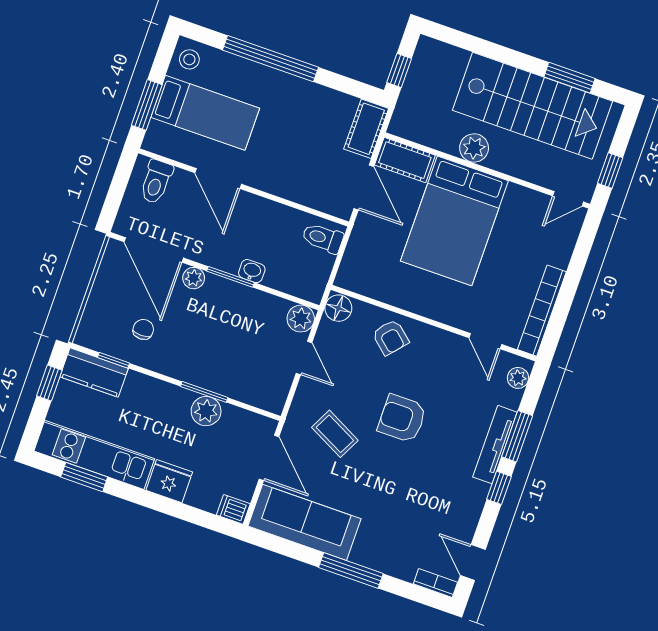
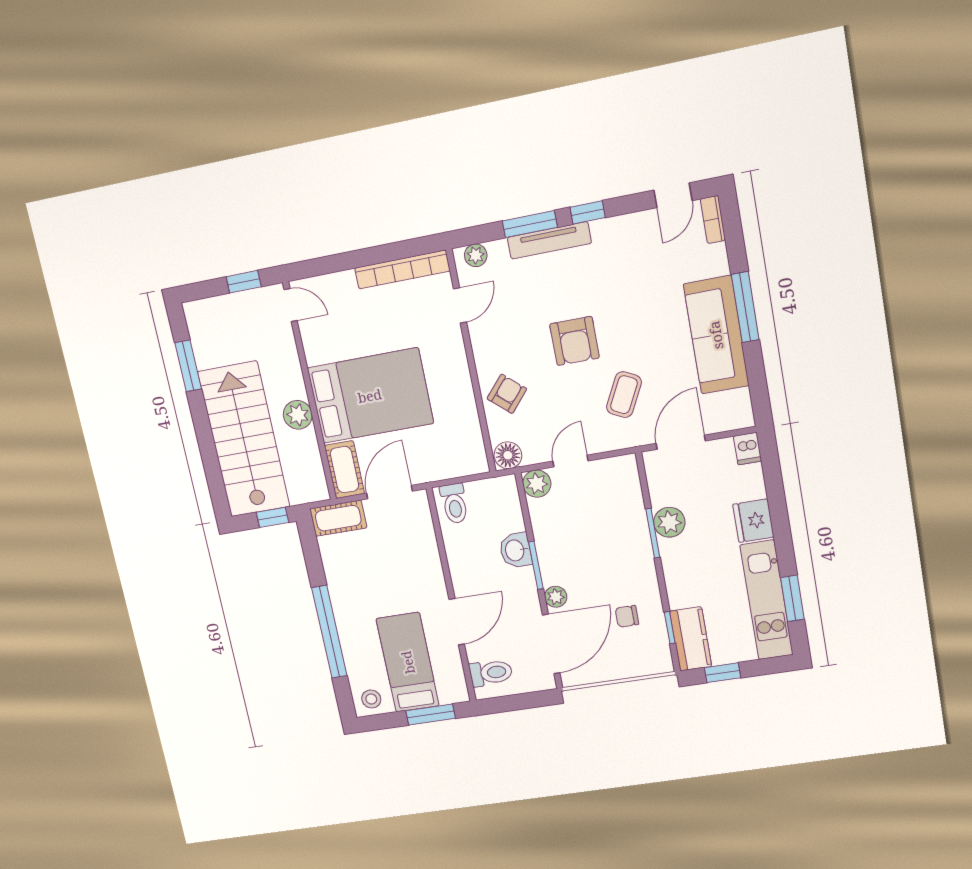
stairs: (532, 106) -> (244, 439), moved
washbasin: (252, 271) -> (515, 550), width x1.38, depth x1.45
sofa: (305, 522) -> (716, 335), moved

